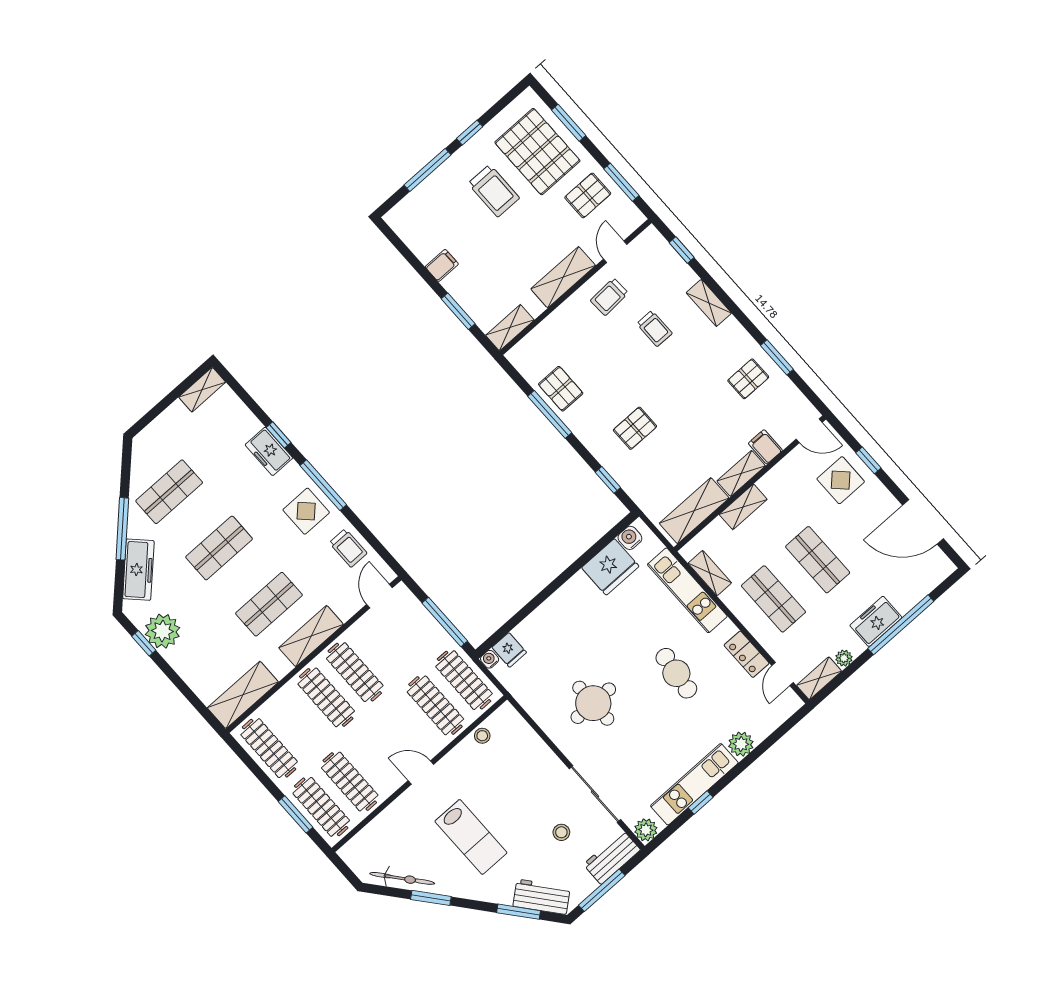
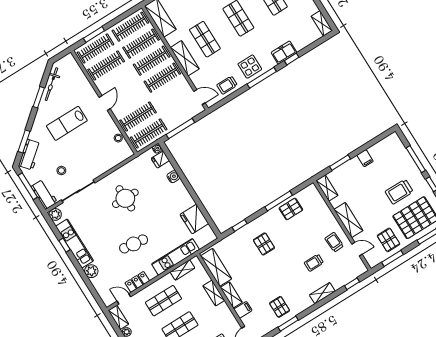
water cooler: (630, 538) -> (173, 177), moved
clothes rail: (298, 723) -> (141, 44), added

